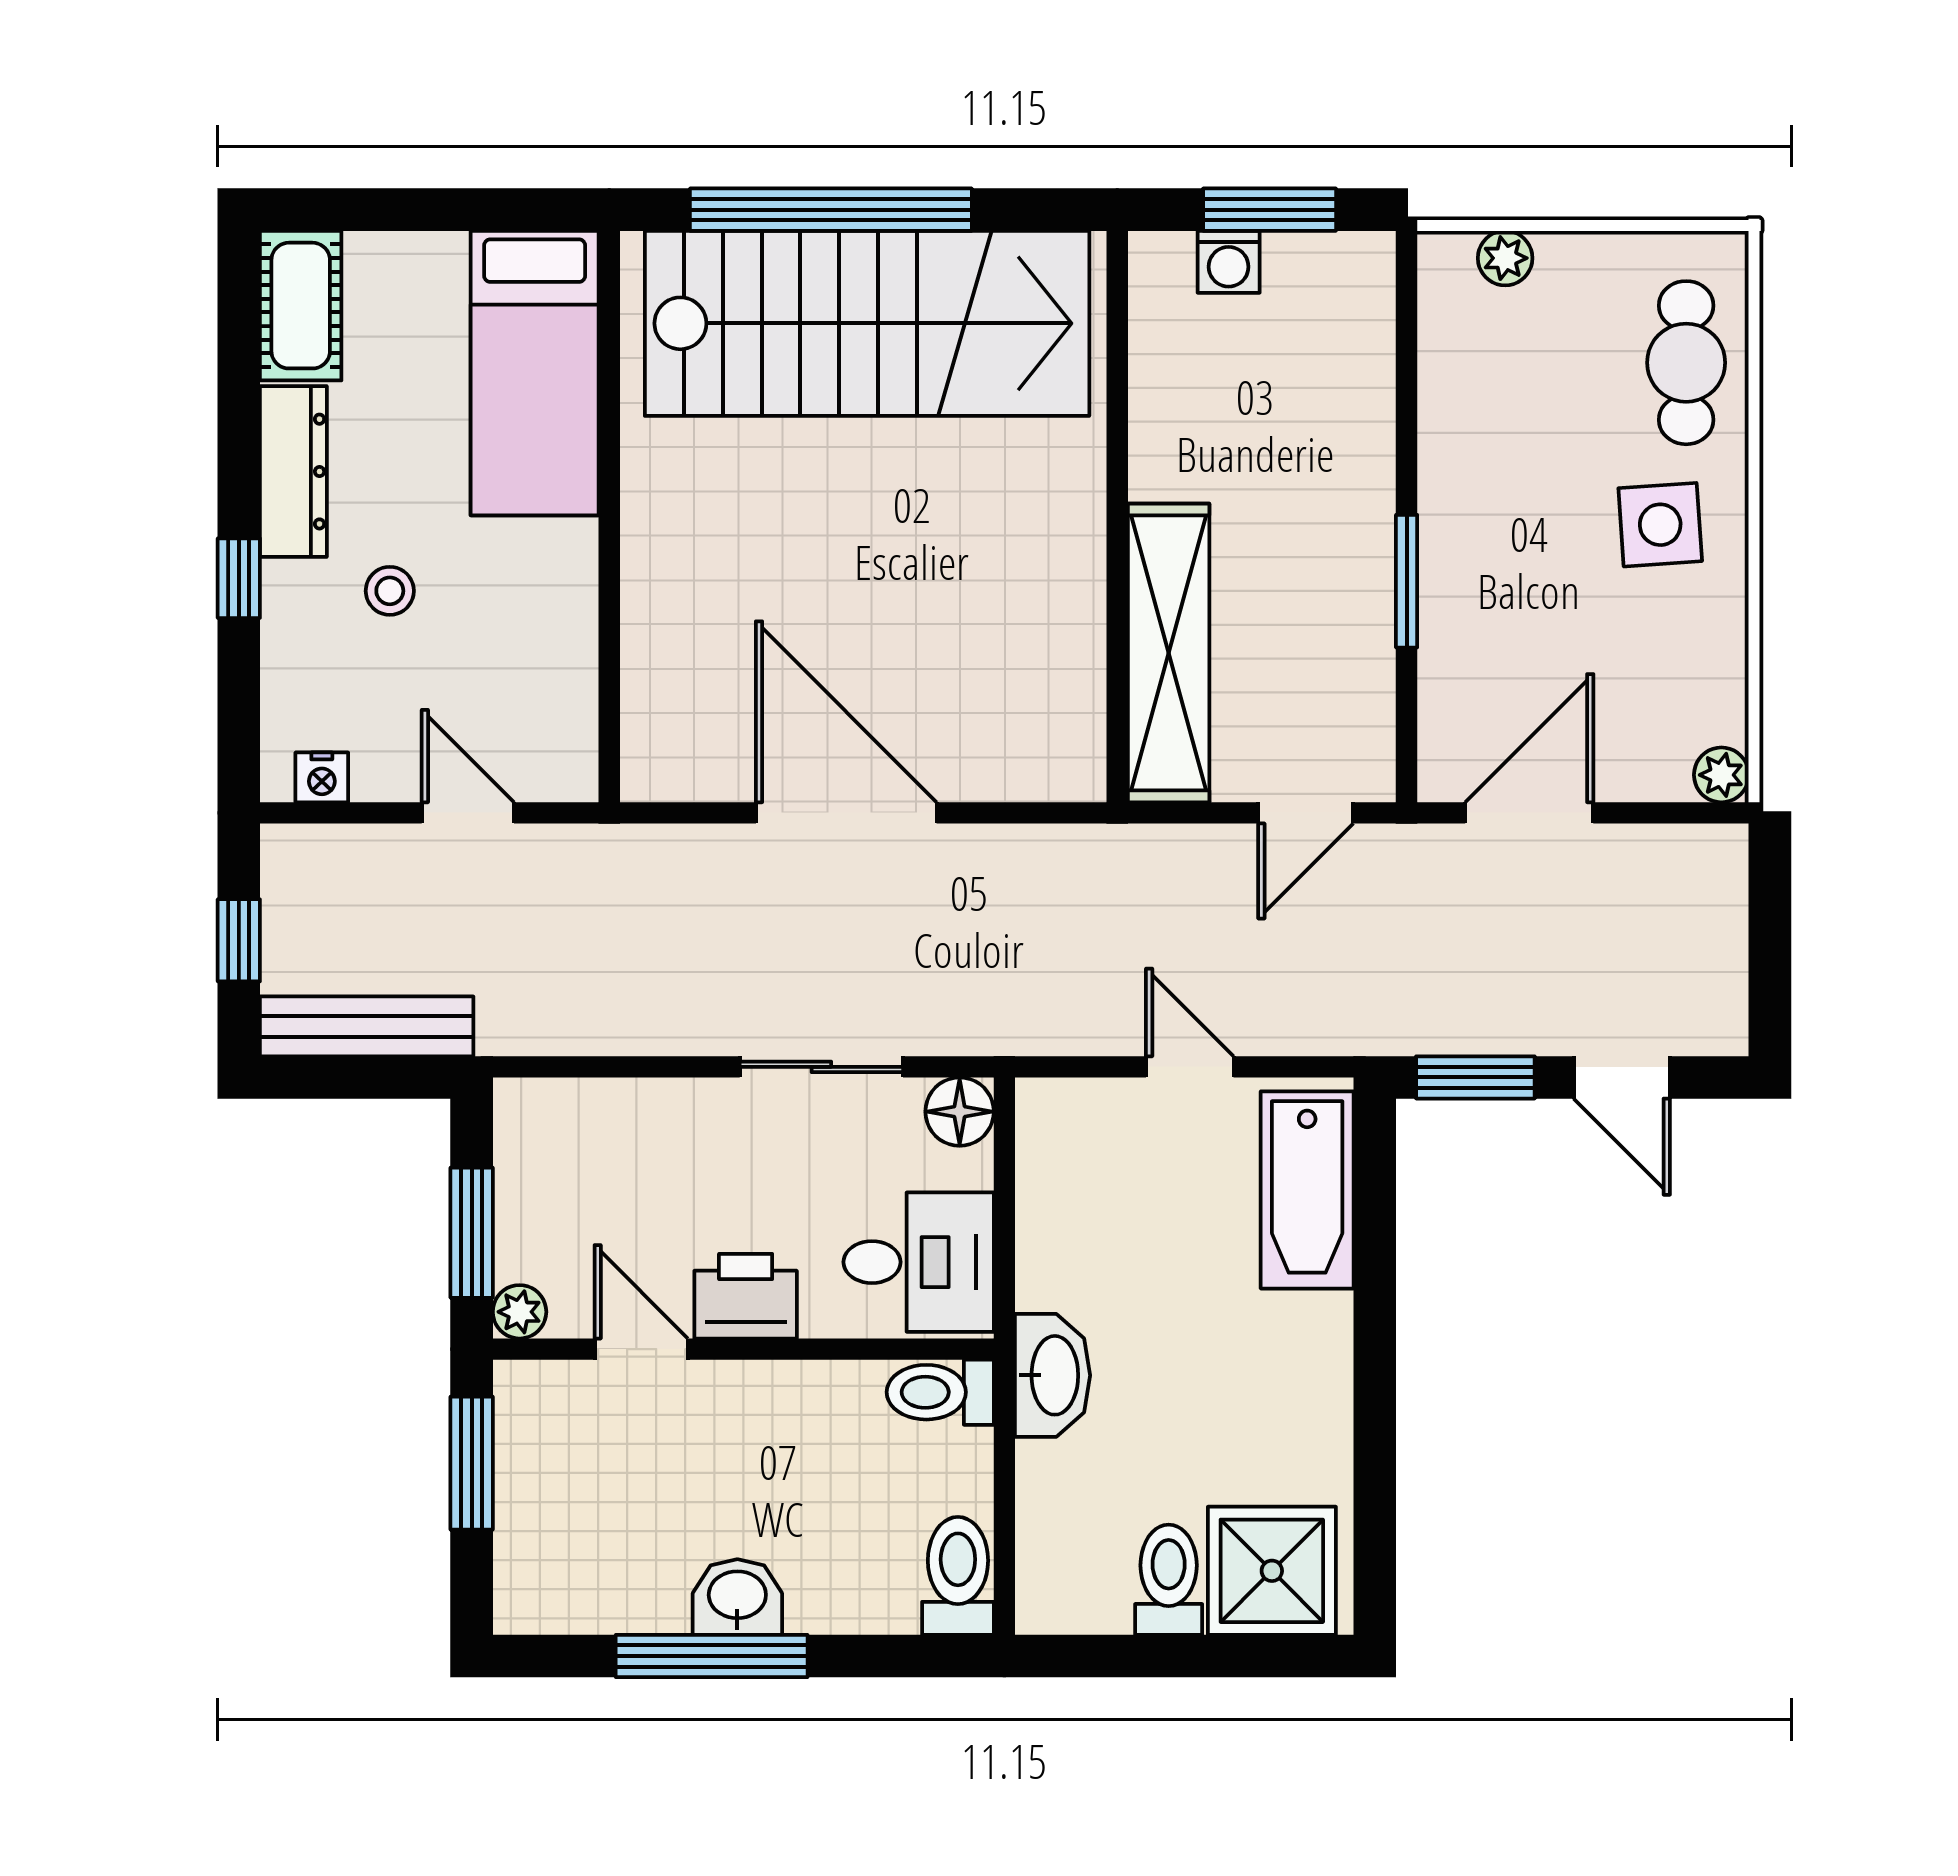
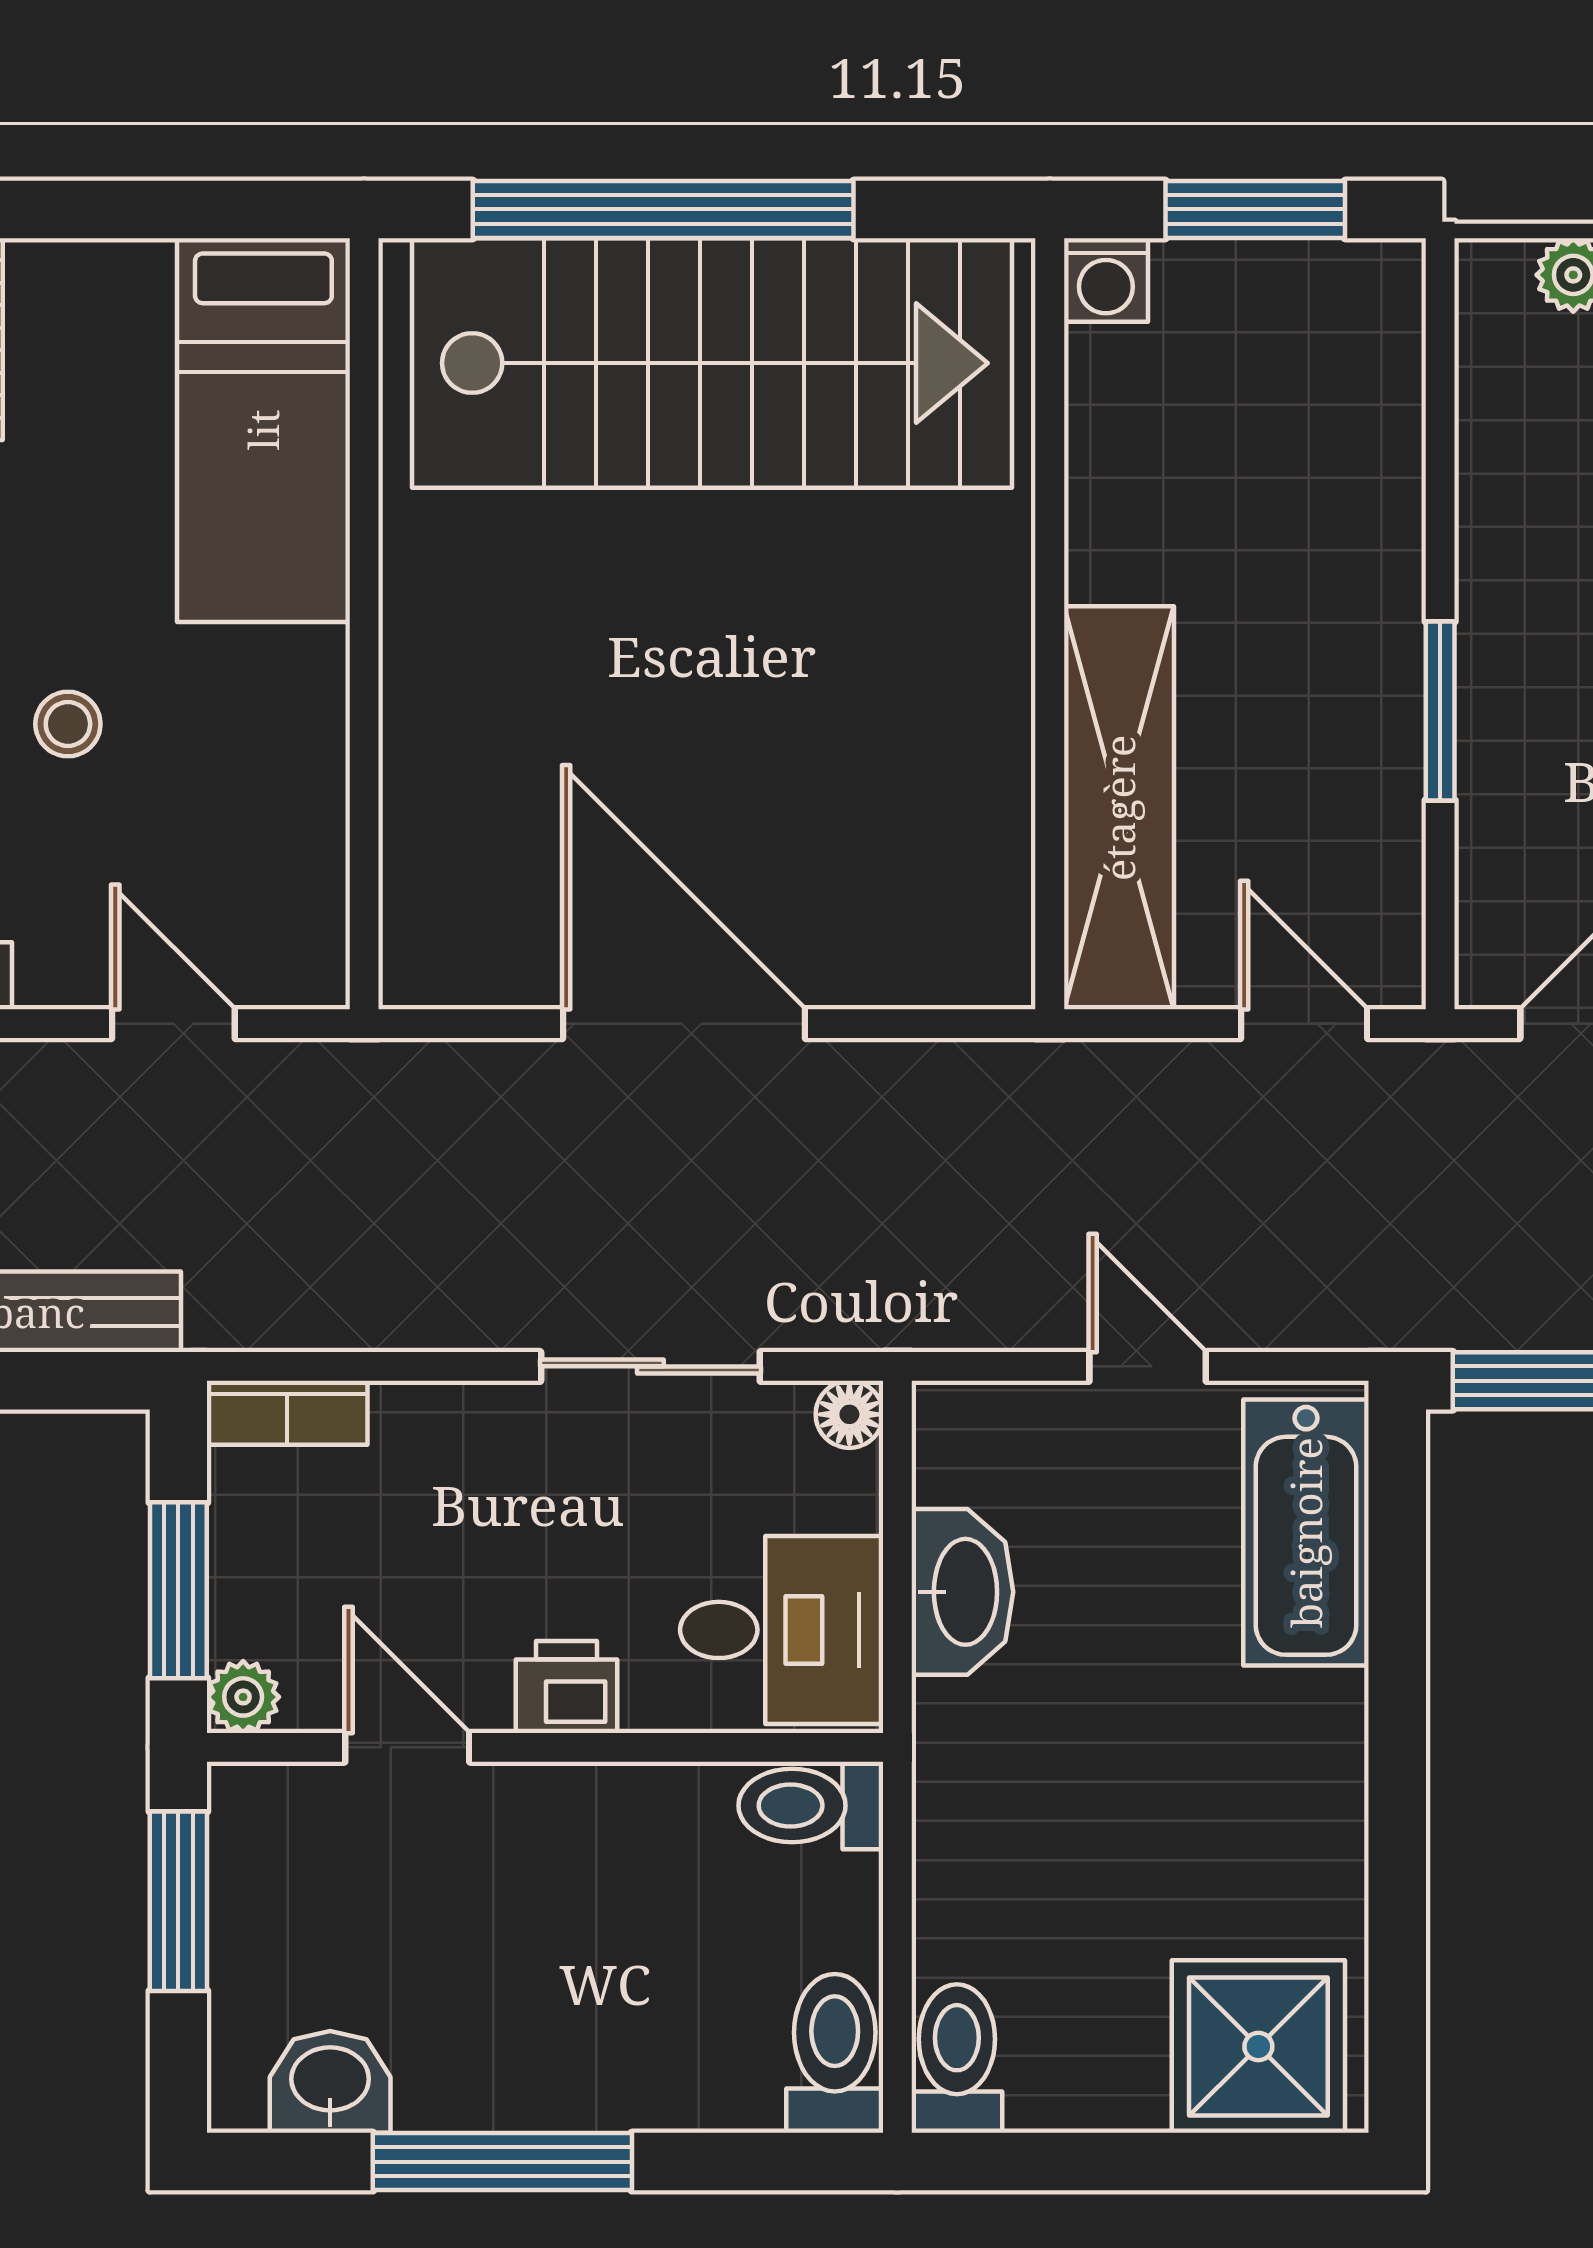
washing machine: (1229, 262) -> (1106, 280), moved
door: (1306, 813) -> (1304, 1024), swing flipped
bookcase: (552, 1101) -> (287, 1413), added
floor lamp: (960, 1112) -> (849, 1414), width x0.73, depth x0.73
printer: (746, 1296) -> (566, 1687), width x0.73, depth x0.81
washbasin: (1053, 1375) -> (962, 1592), moved
toilet: (1169, 1580) -> (957, 2059), moved
washbasin: (737, 1597) -> (330, 2082), moved

